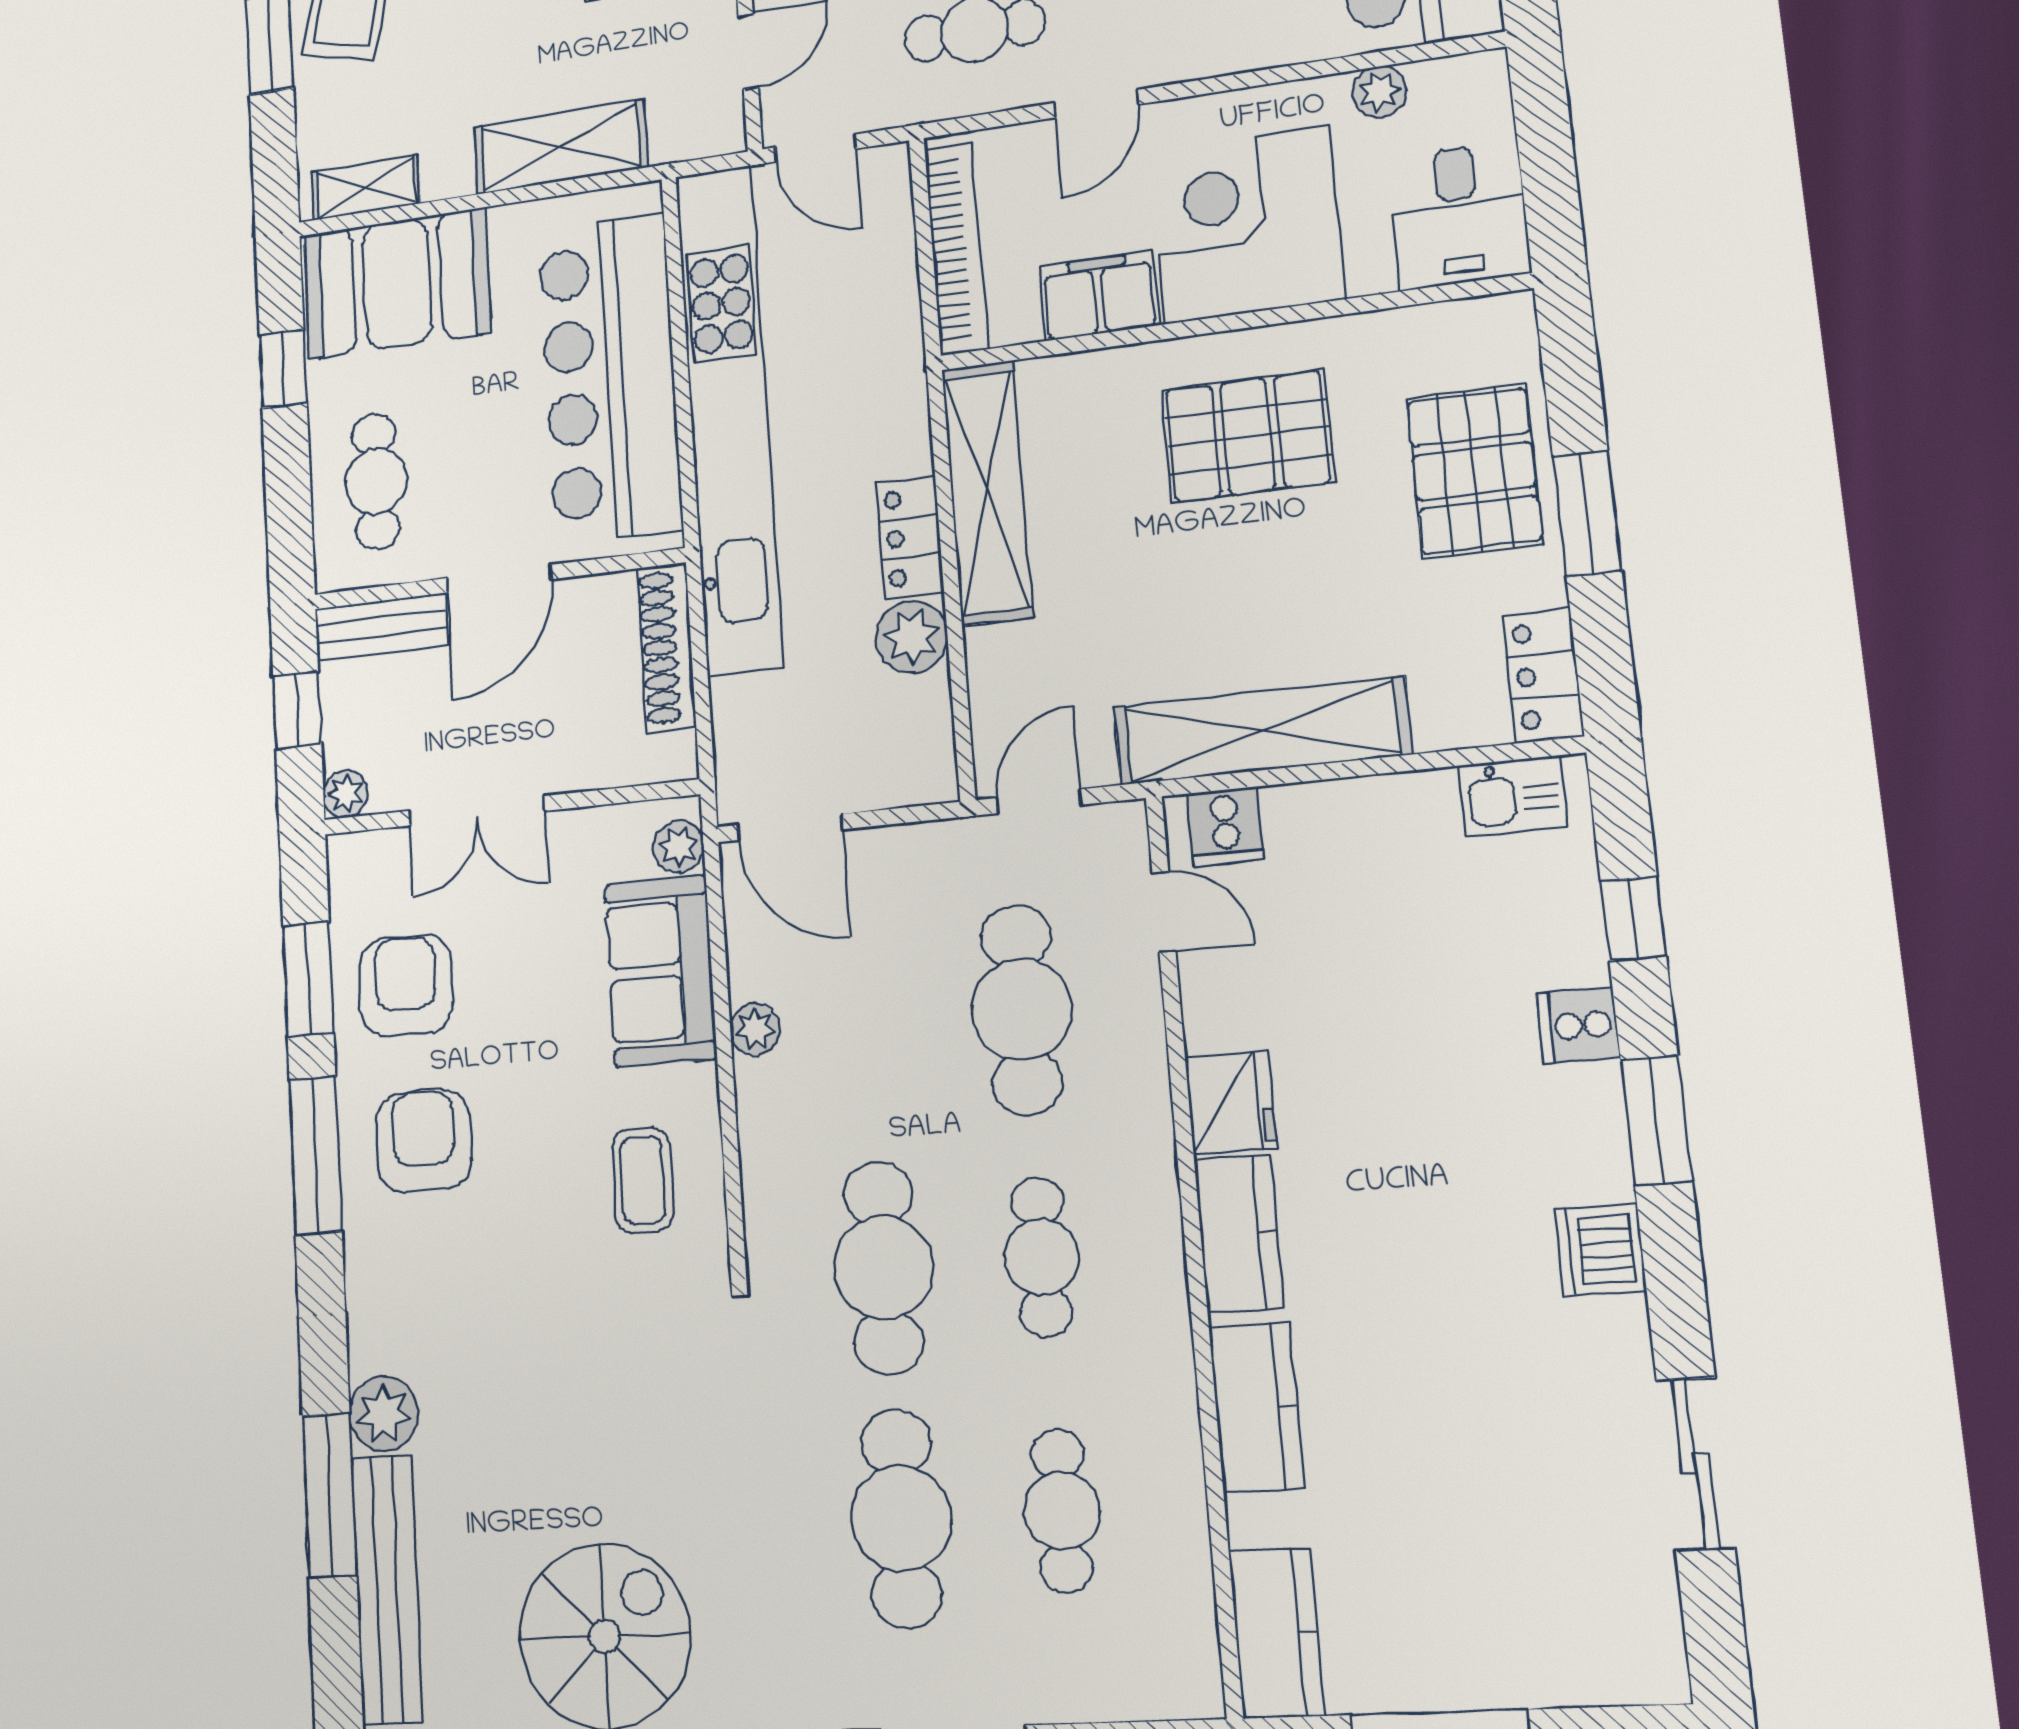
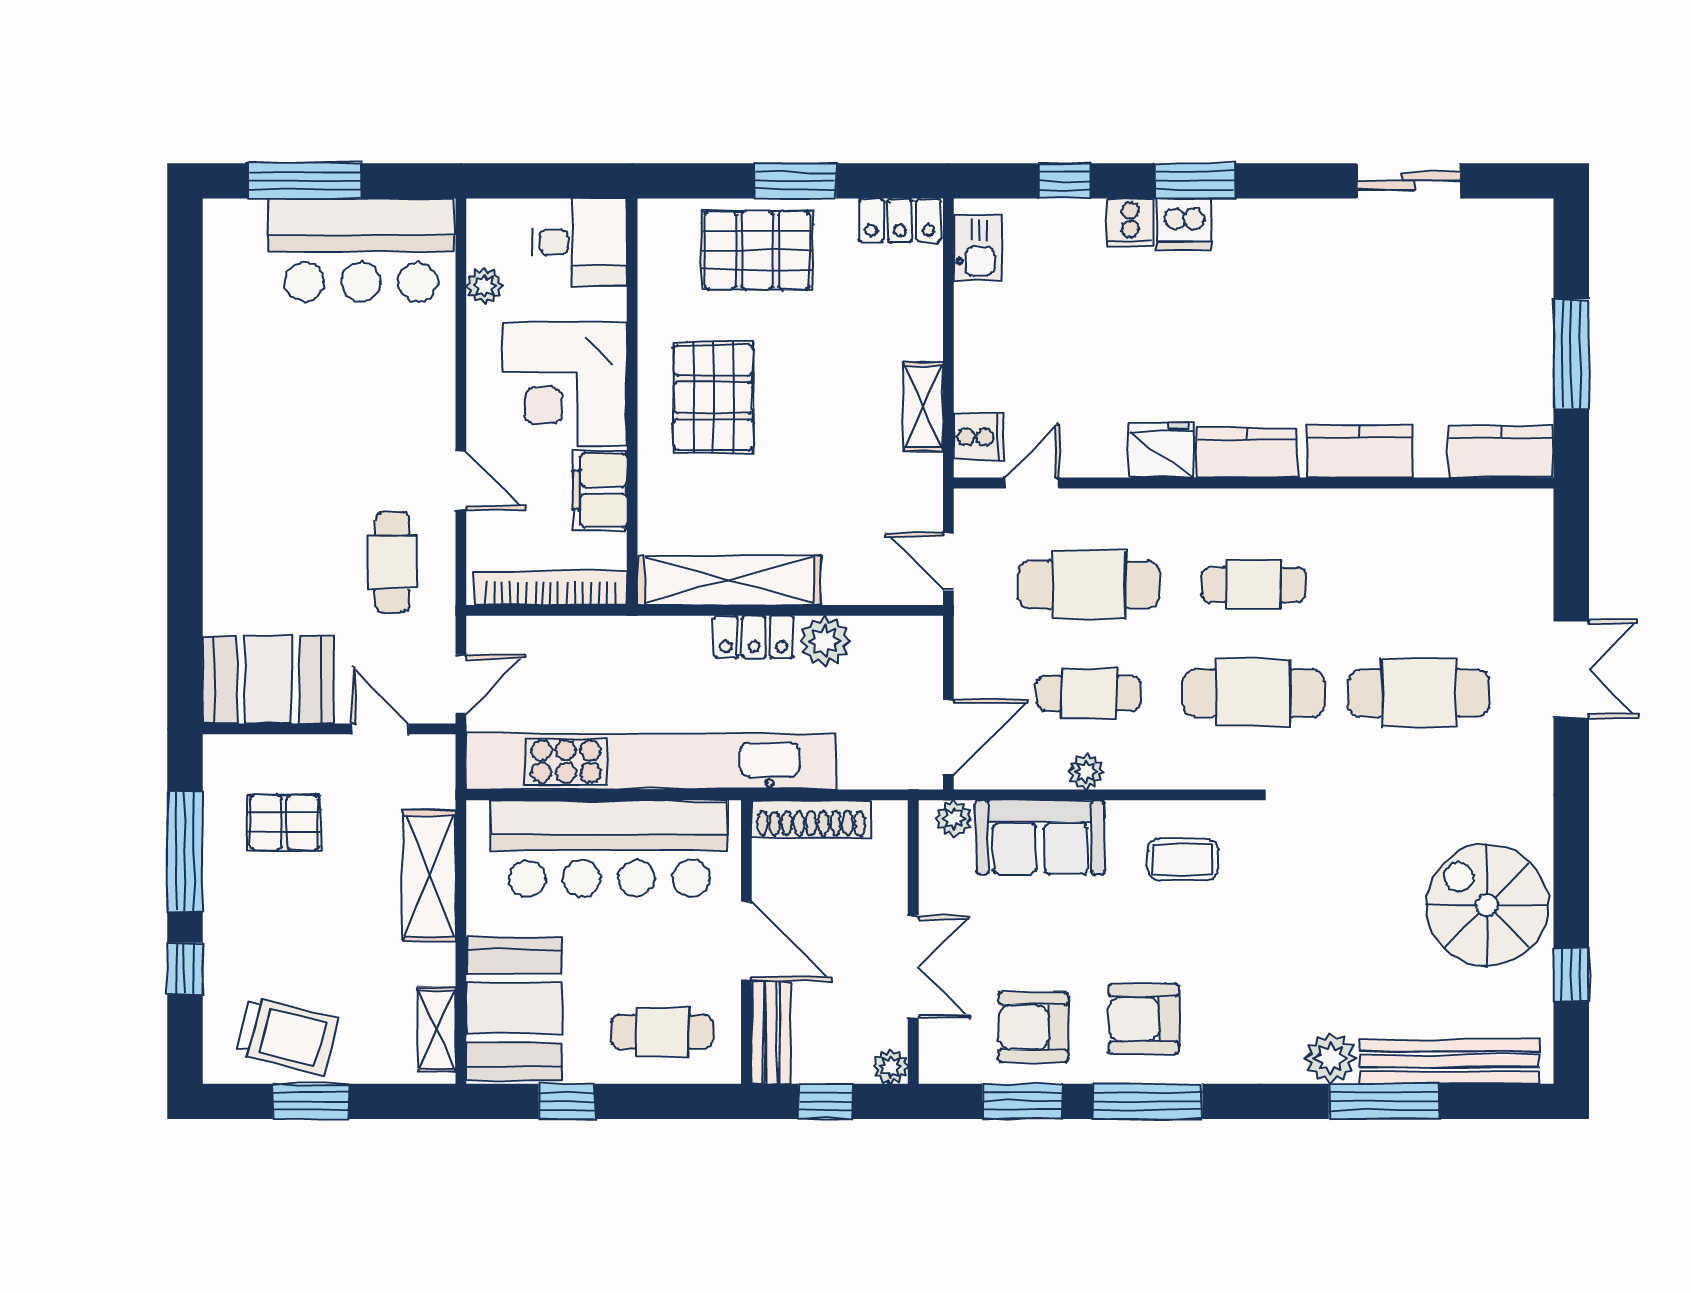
shelving: (1262, 731) -> (923, 407), width x0.45, depth x0.75
dishwasher: (1600, 1250) -> (1184, 224), moved
cafe table: (1062, 1511) -> (1089, 693), moved

